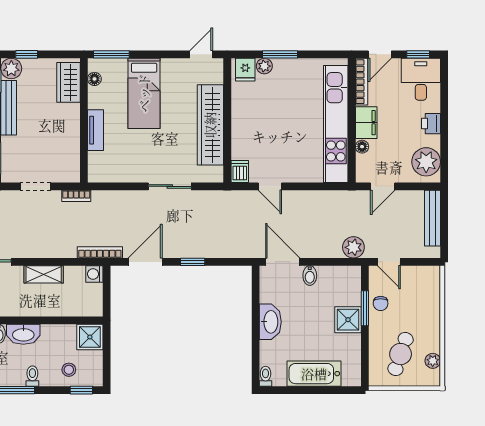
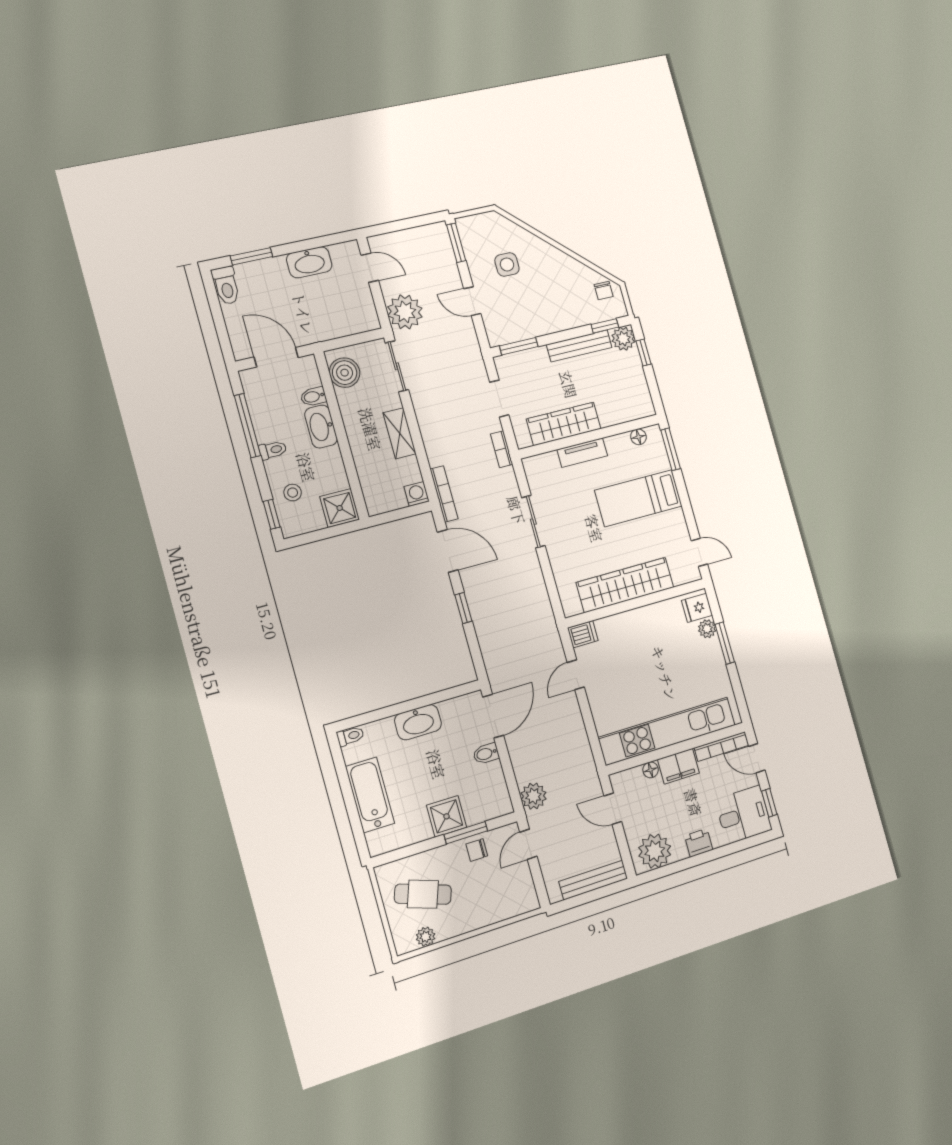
wardrobe: (69, 82) -> (564, 424), moved, width x1.50
sliding door: (170, 186) -> (533, 522), moved

